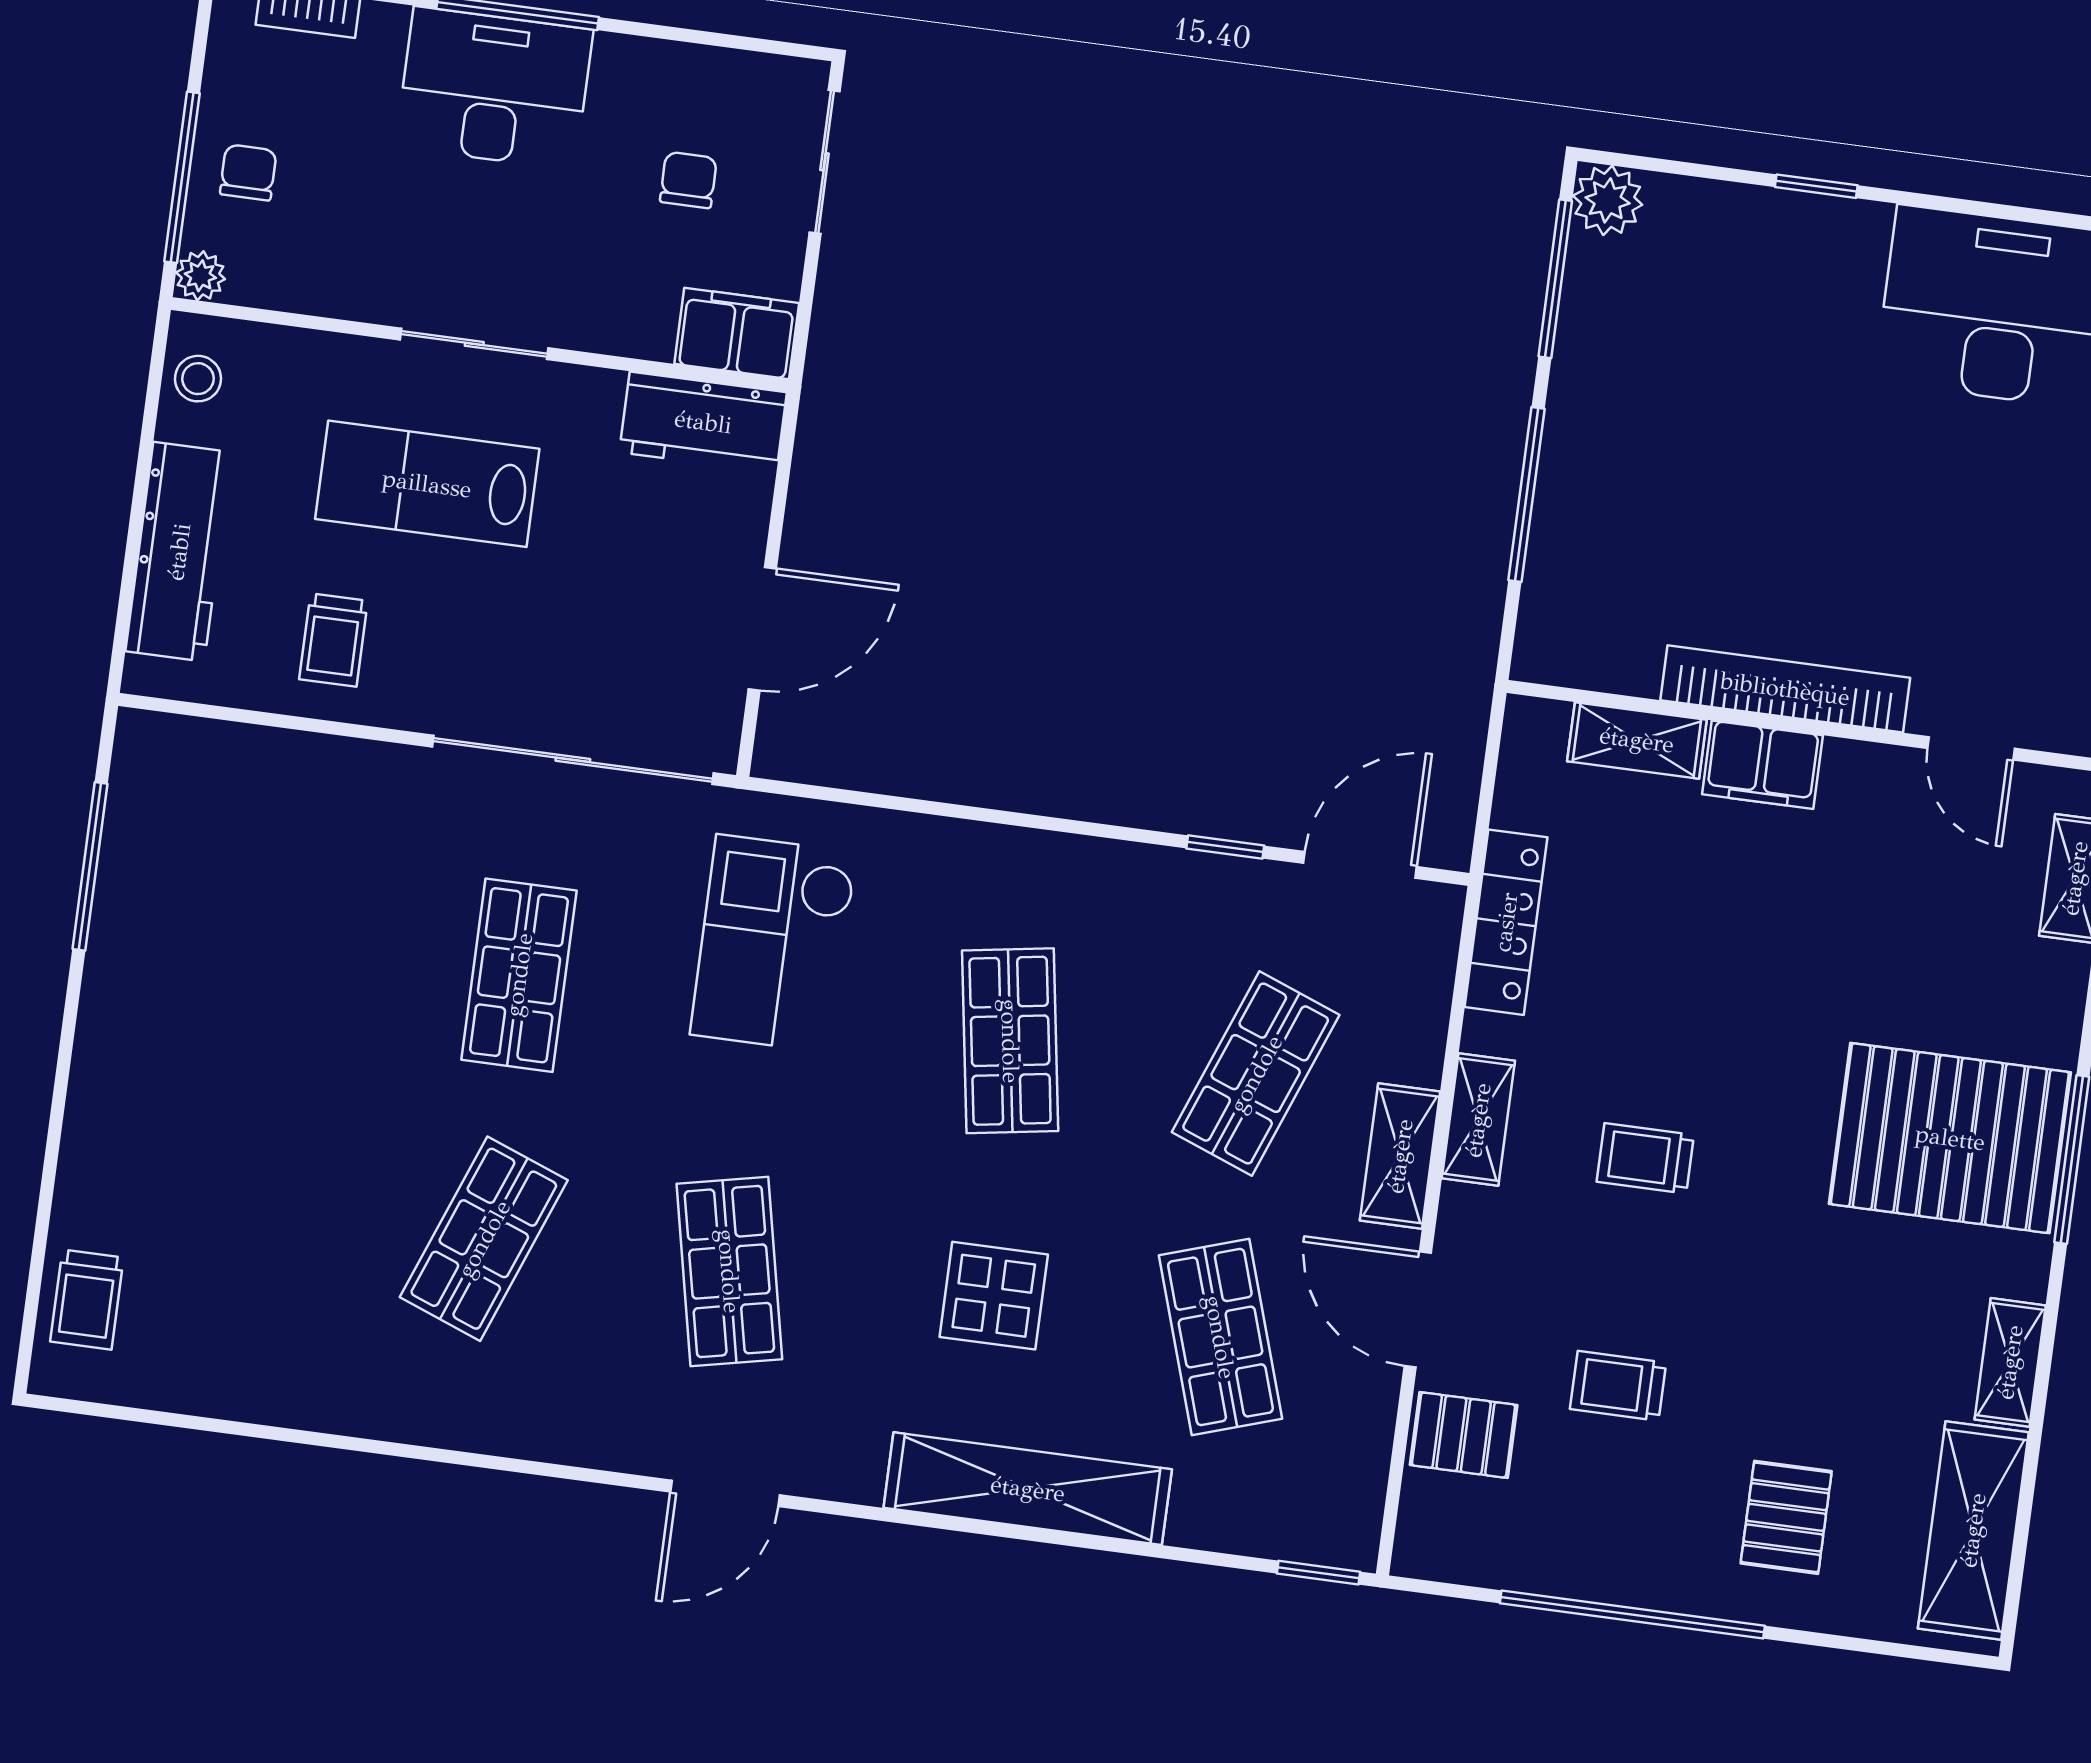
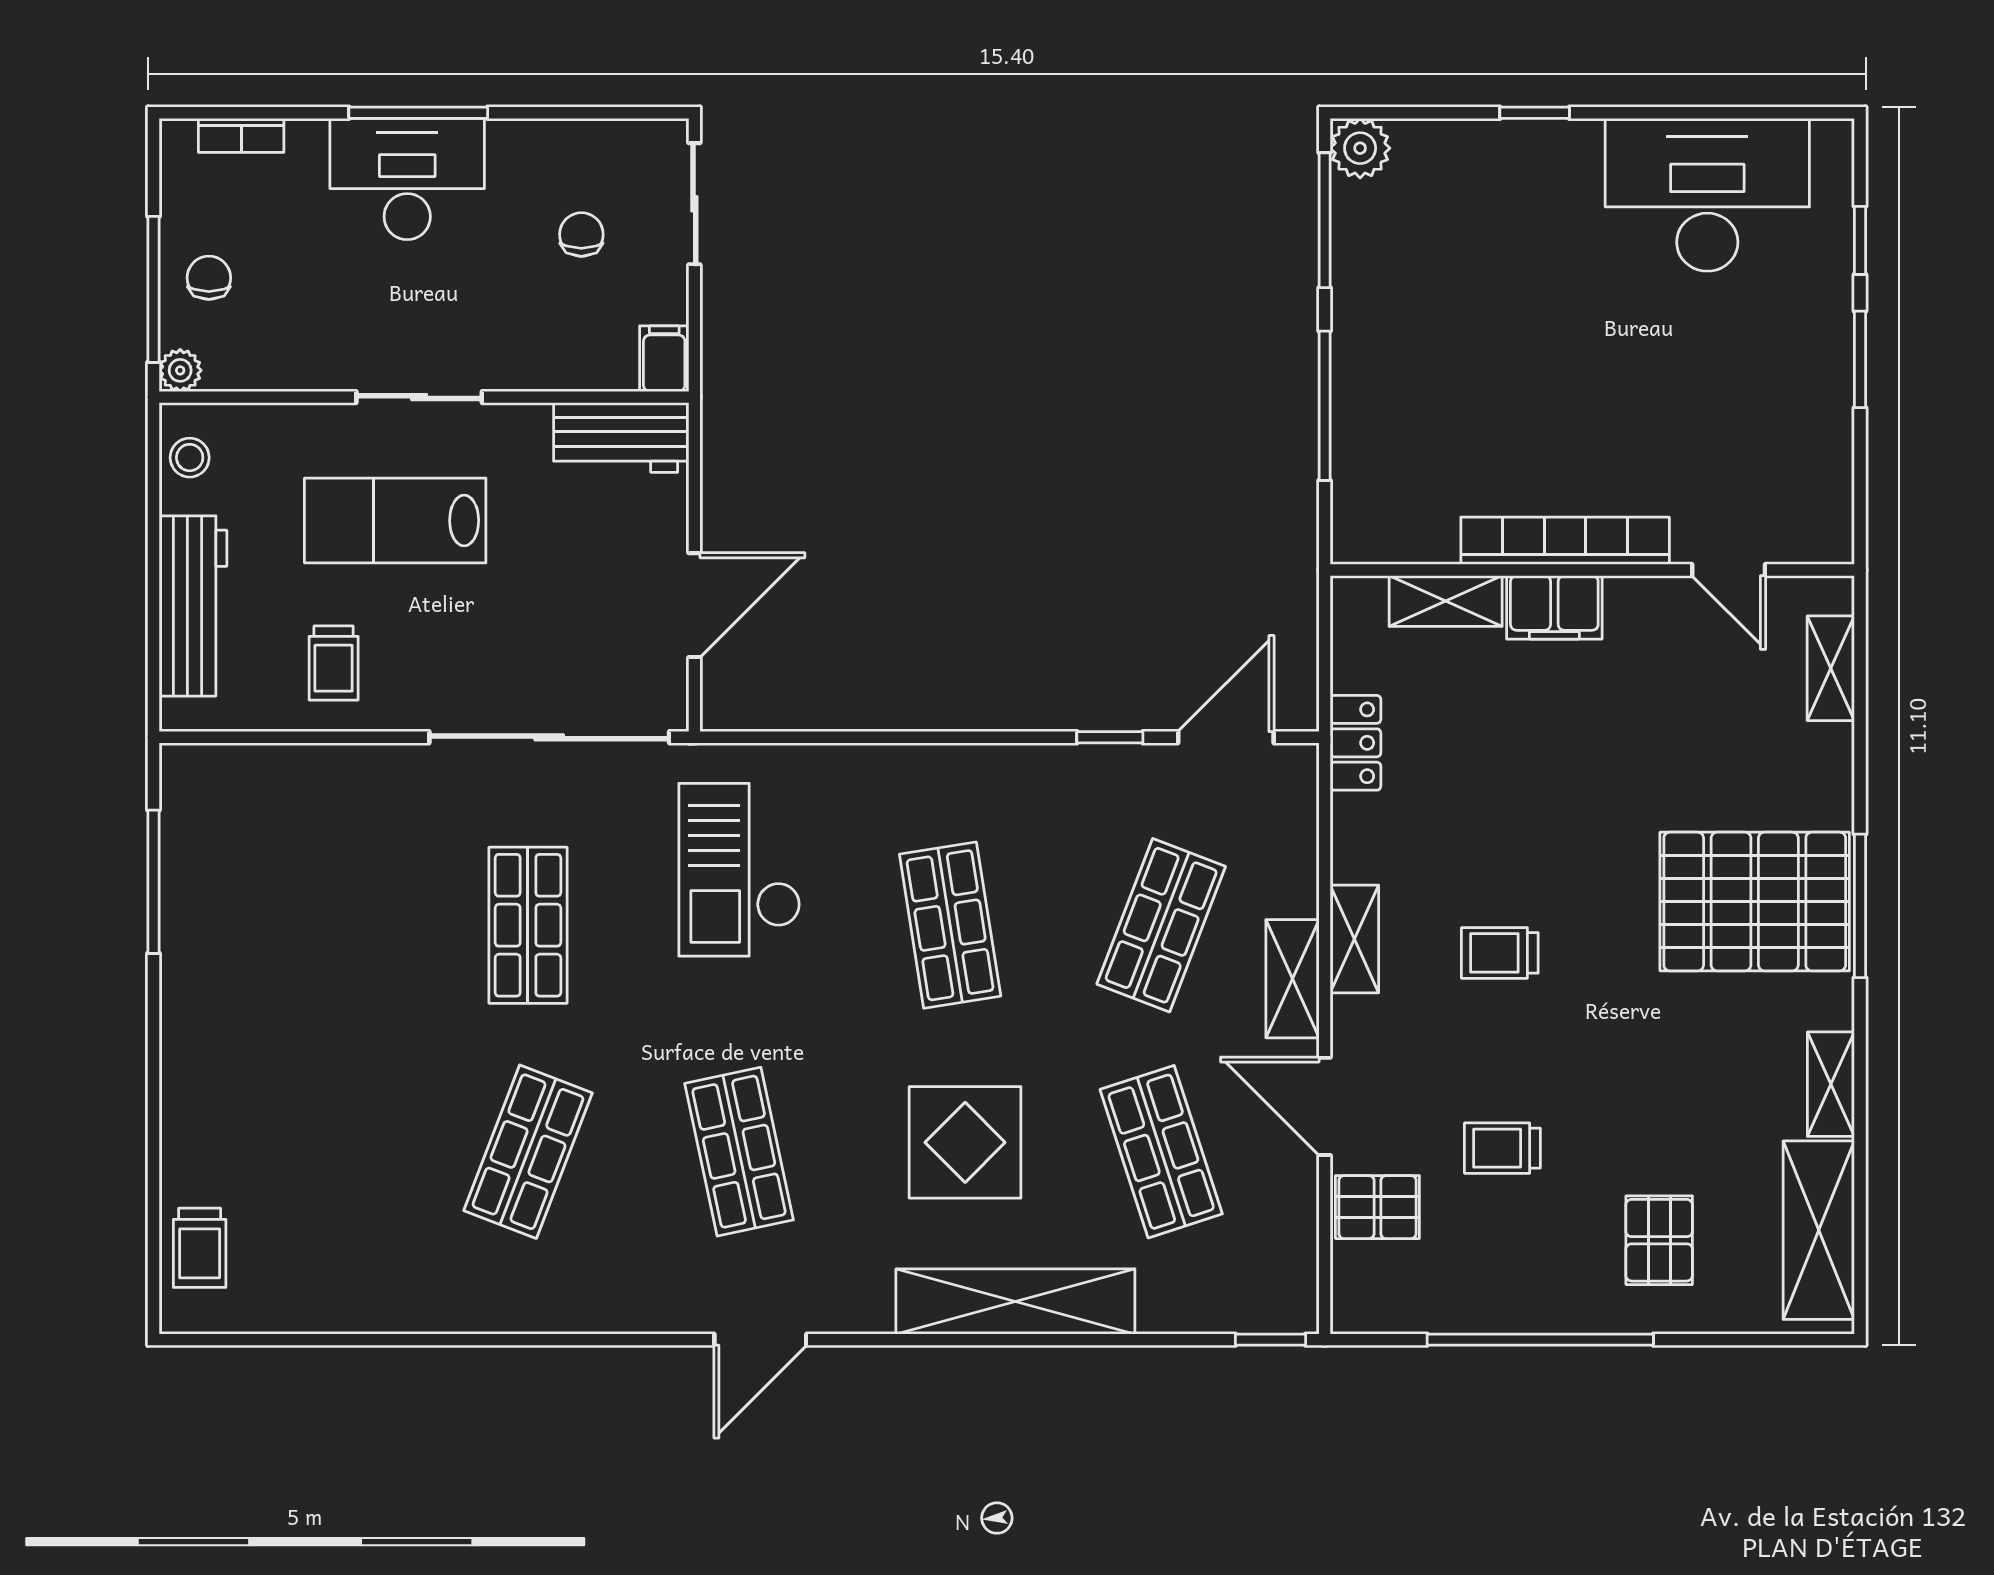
filing cabinet: (737, 333) -> (664, 359), width x0.50
locker: (1506, 922) -> (1355, 743), width x0.66
display table: (994, 1296) -> (965, 1142), width x1.36, depth x1.36

